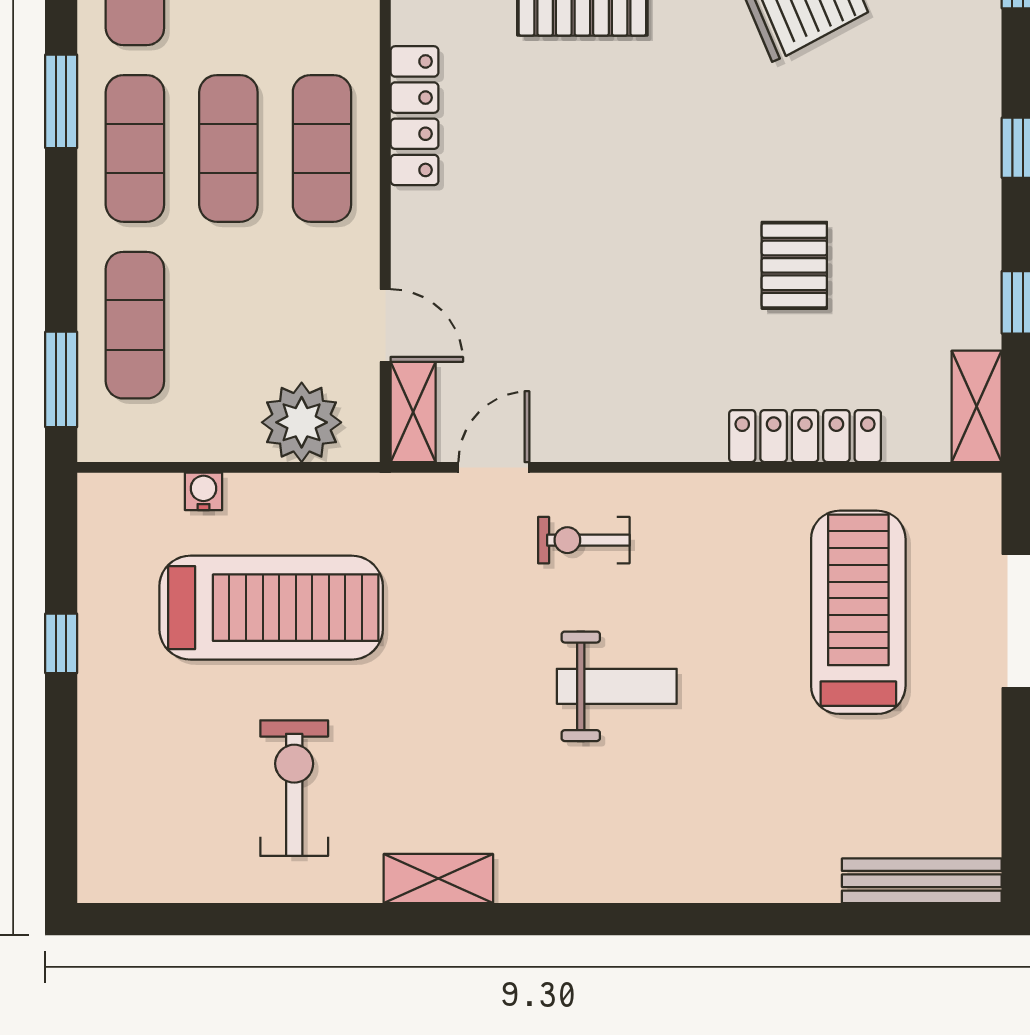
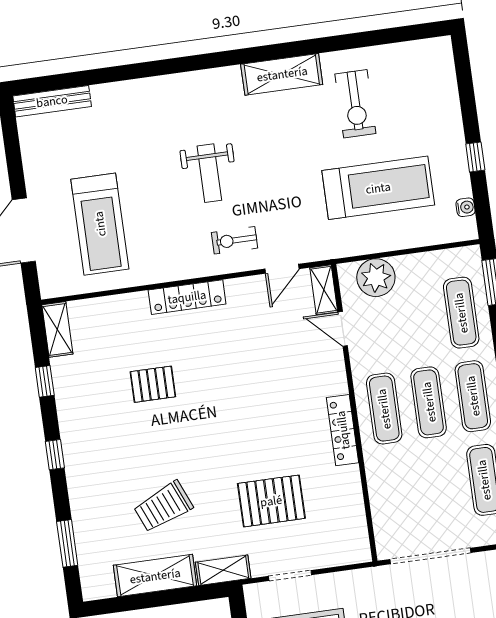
pallet: (794, 265) -> (153, 384), turned 90
locker: (805, 436) -> (187, 297), moved
water cooler: (204, 491) -> (465, 207), moved, turned -90
exercise bike: (584, 540) -> (235, 240), turned 180
treadmill: (271, 608) -> (378, 188), turned 180
weight bench: (617, 686) -> (209, 173), turned -90
shelving: (438, 879) -> (282, 74), width x1.50, depth x1.33

